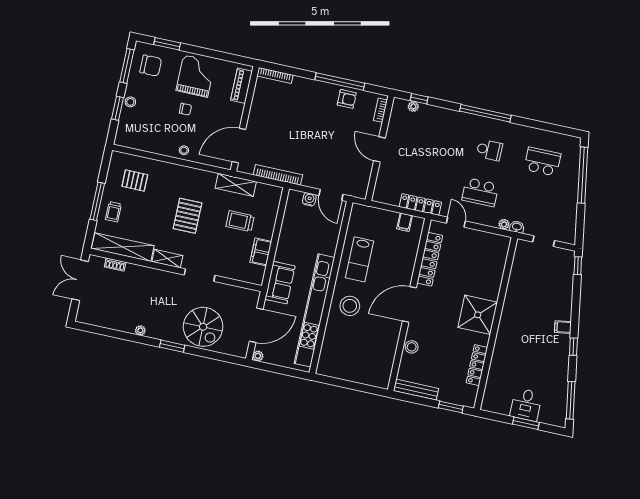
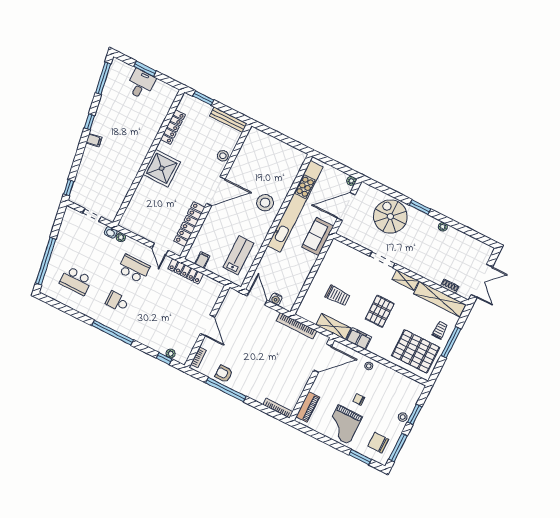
pallet: (135, 181) -> (416, 351), width x2.05, depth x2.00
filing cabinet: (261, 252) -> (359, 339), moved, turned -90
lab bench: (360, 259) -> (238, 255), moved

